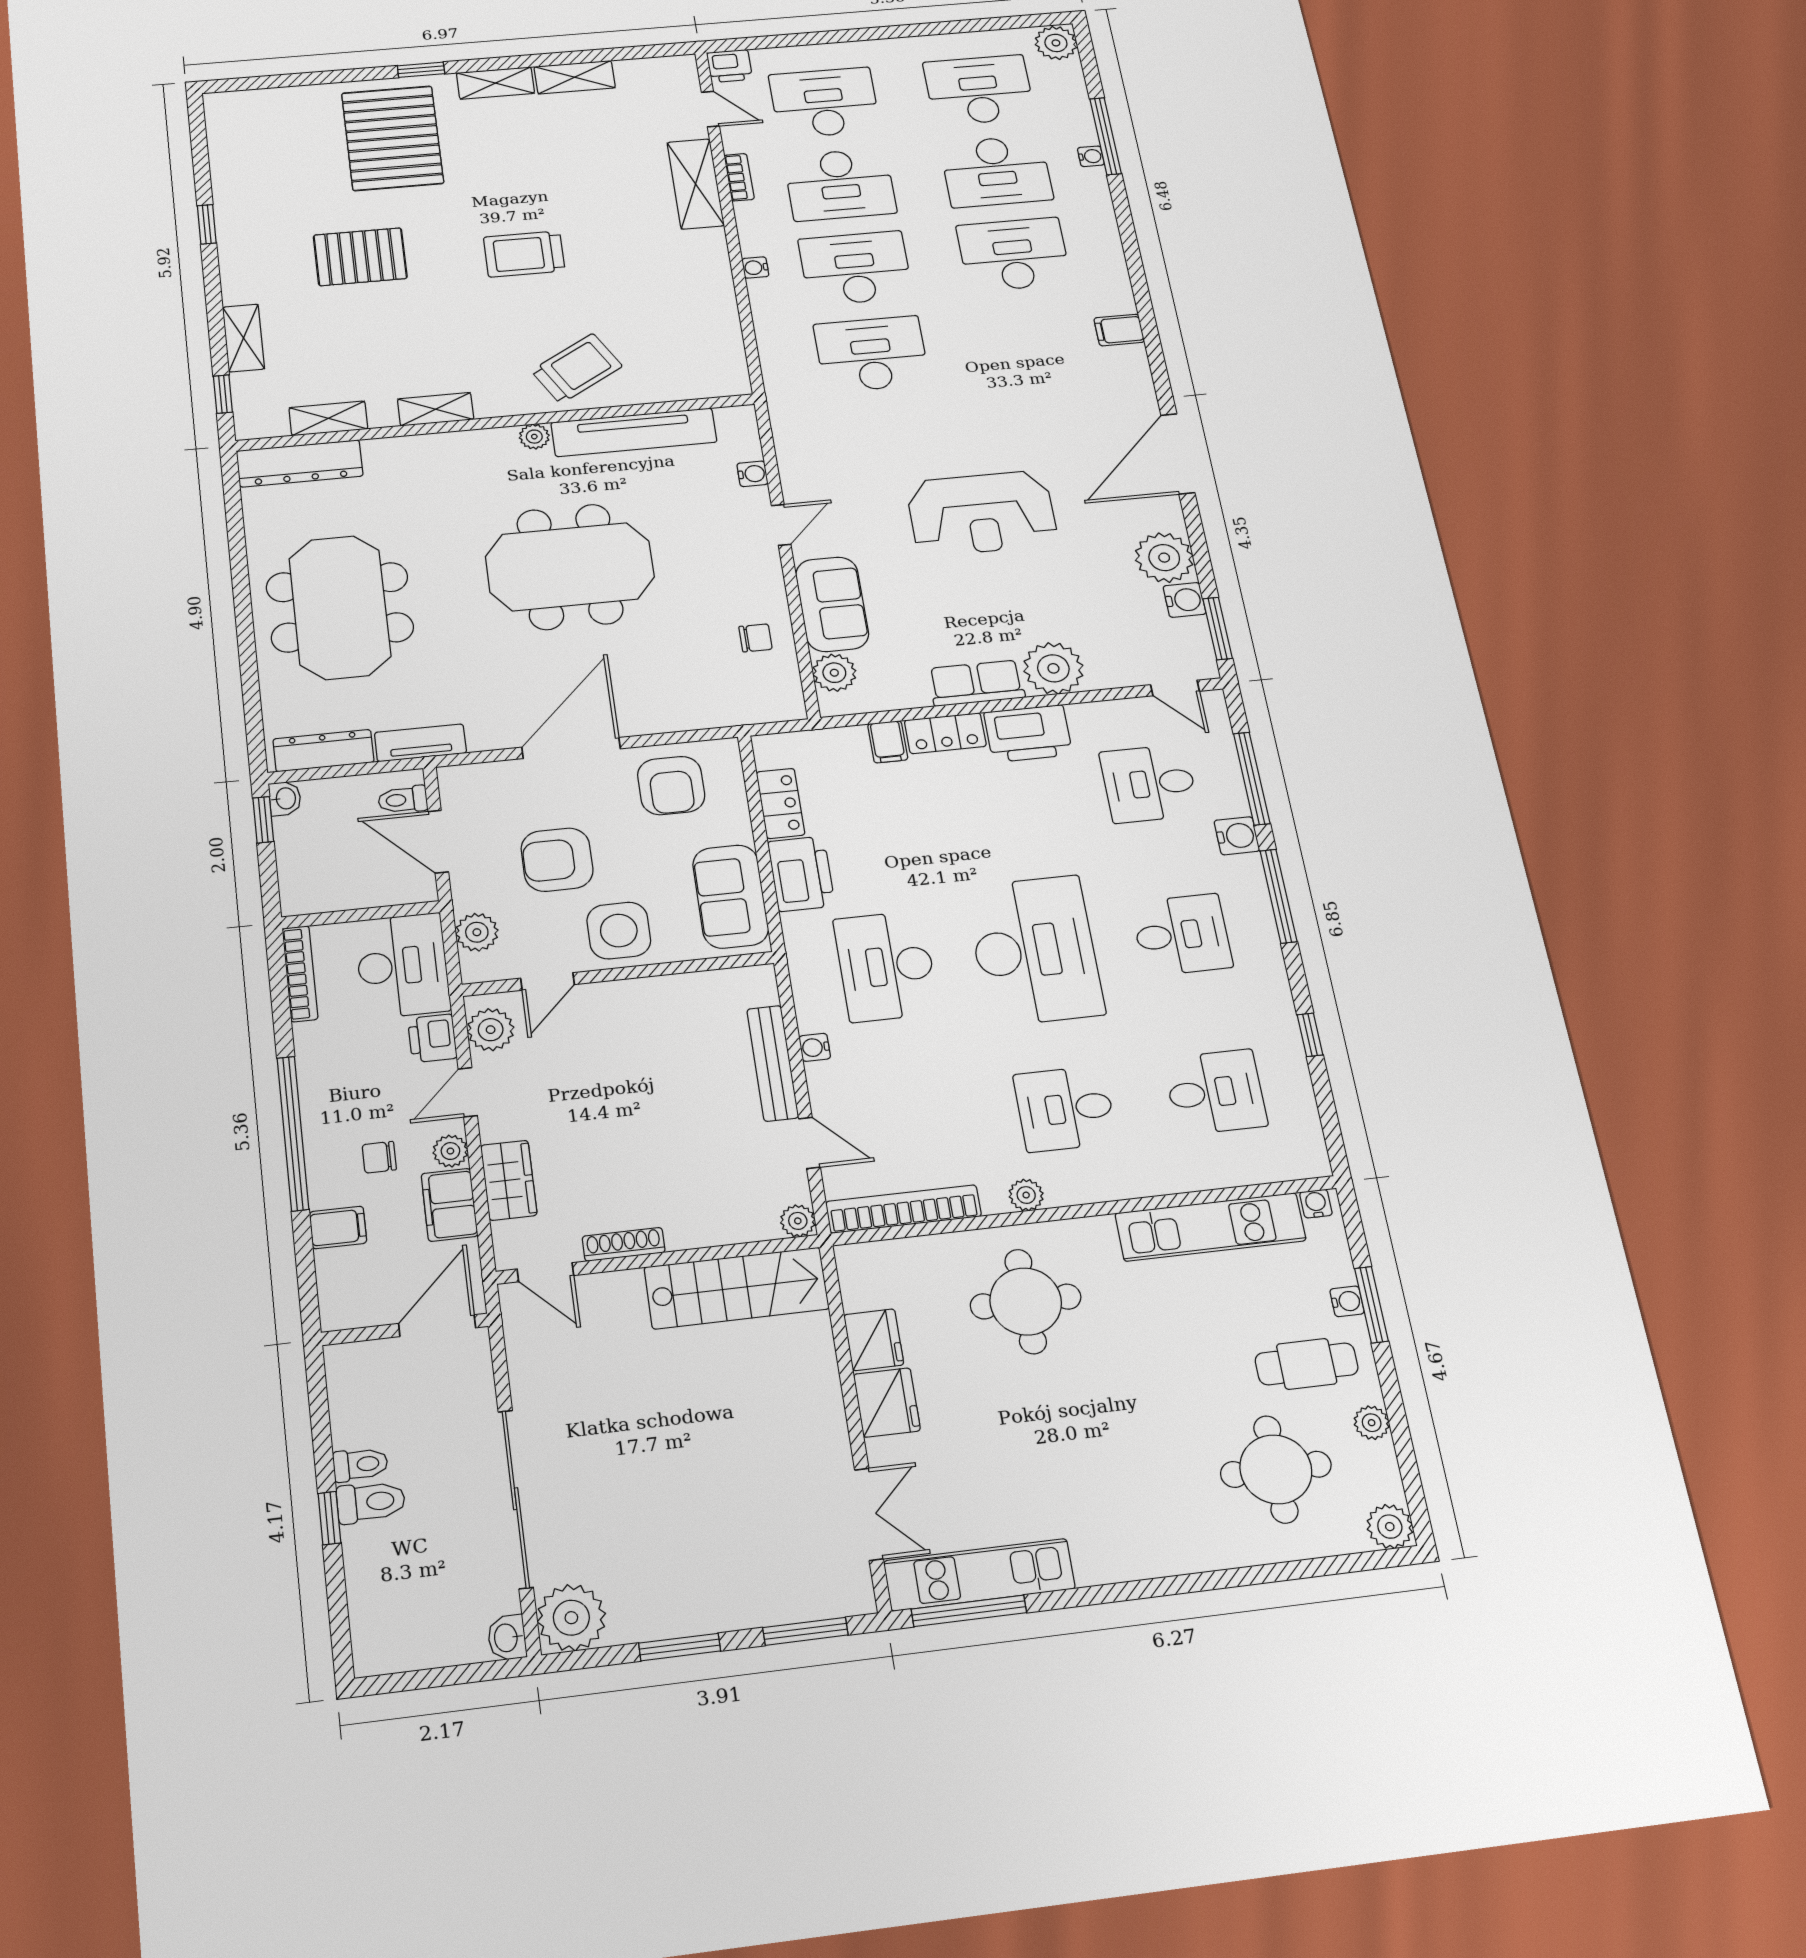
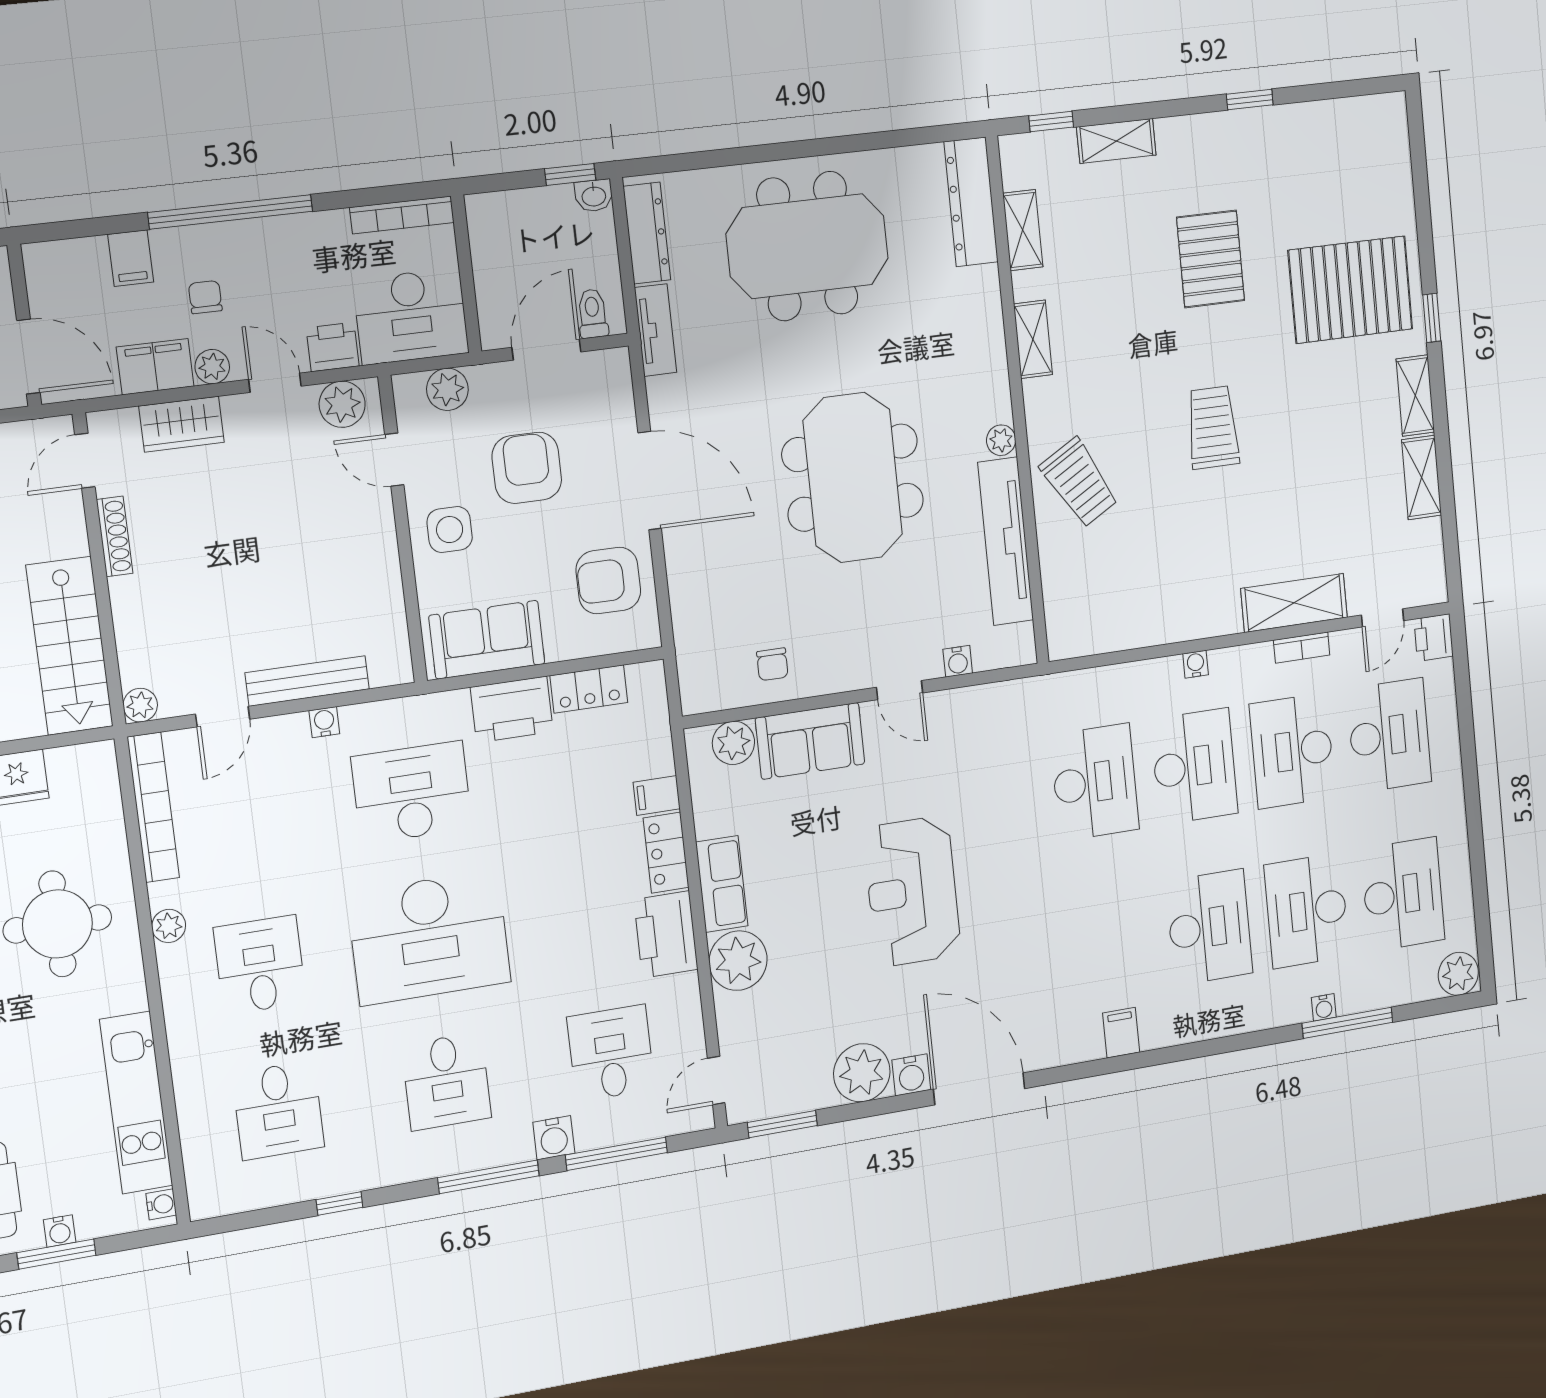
water cooler: (1185, 600) -> (911, 1075), moved
side table: (619, 931) -> (450, 530), width x0.73, depth x0.73

